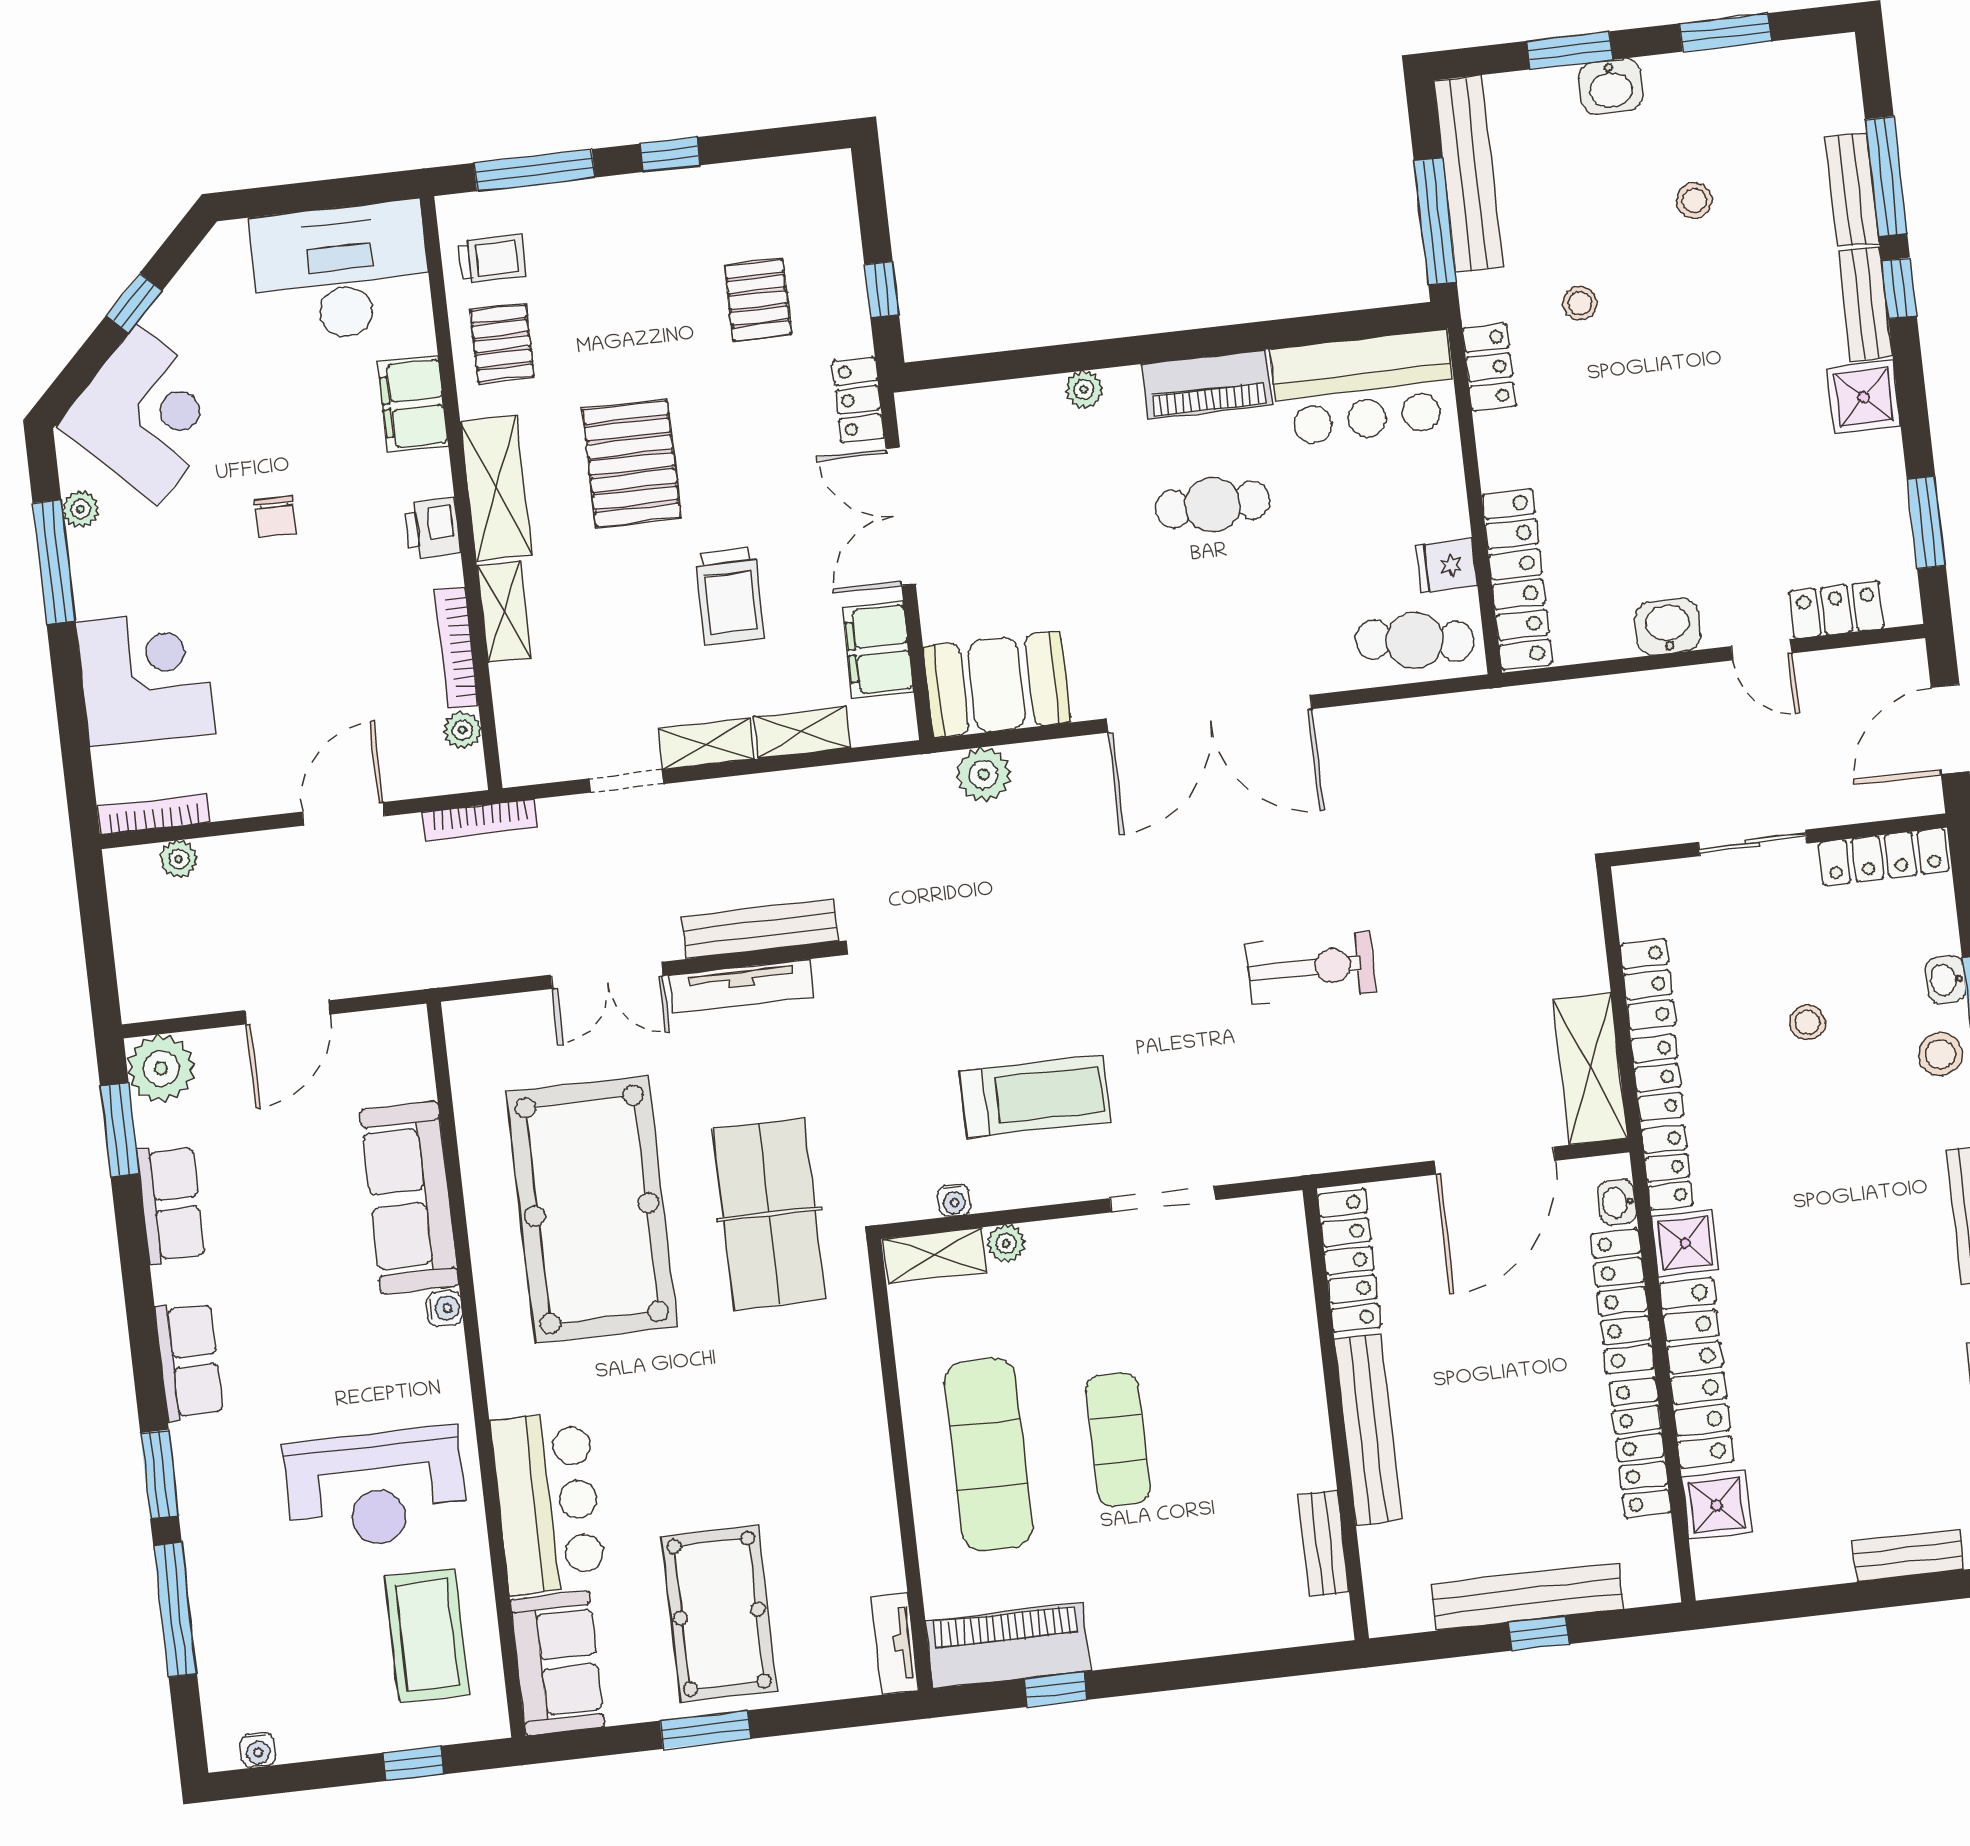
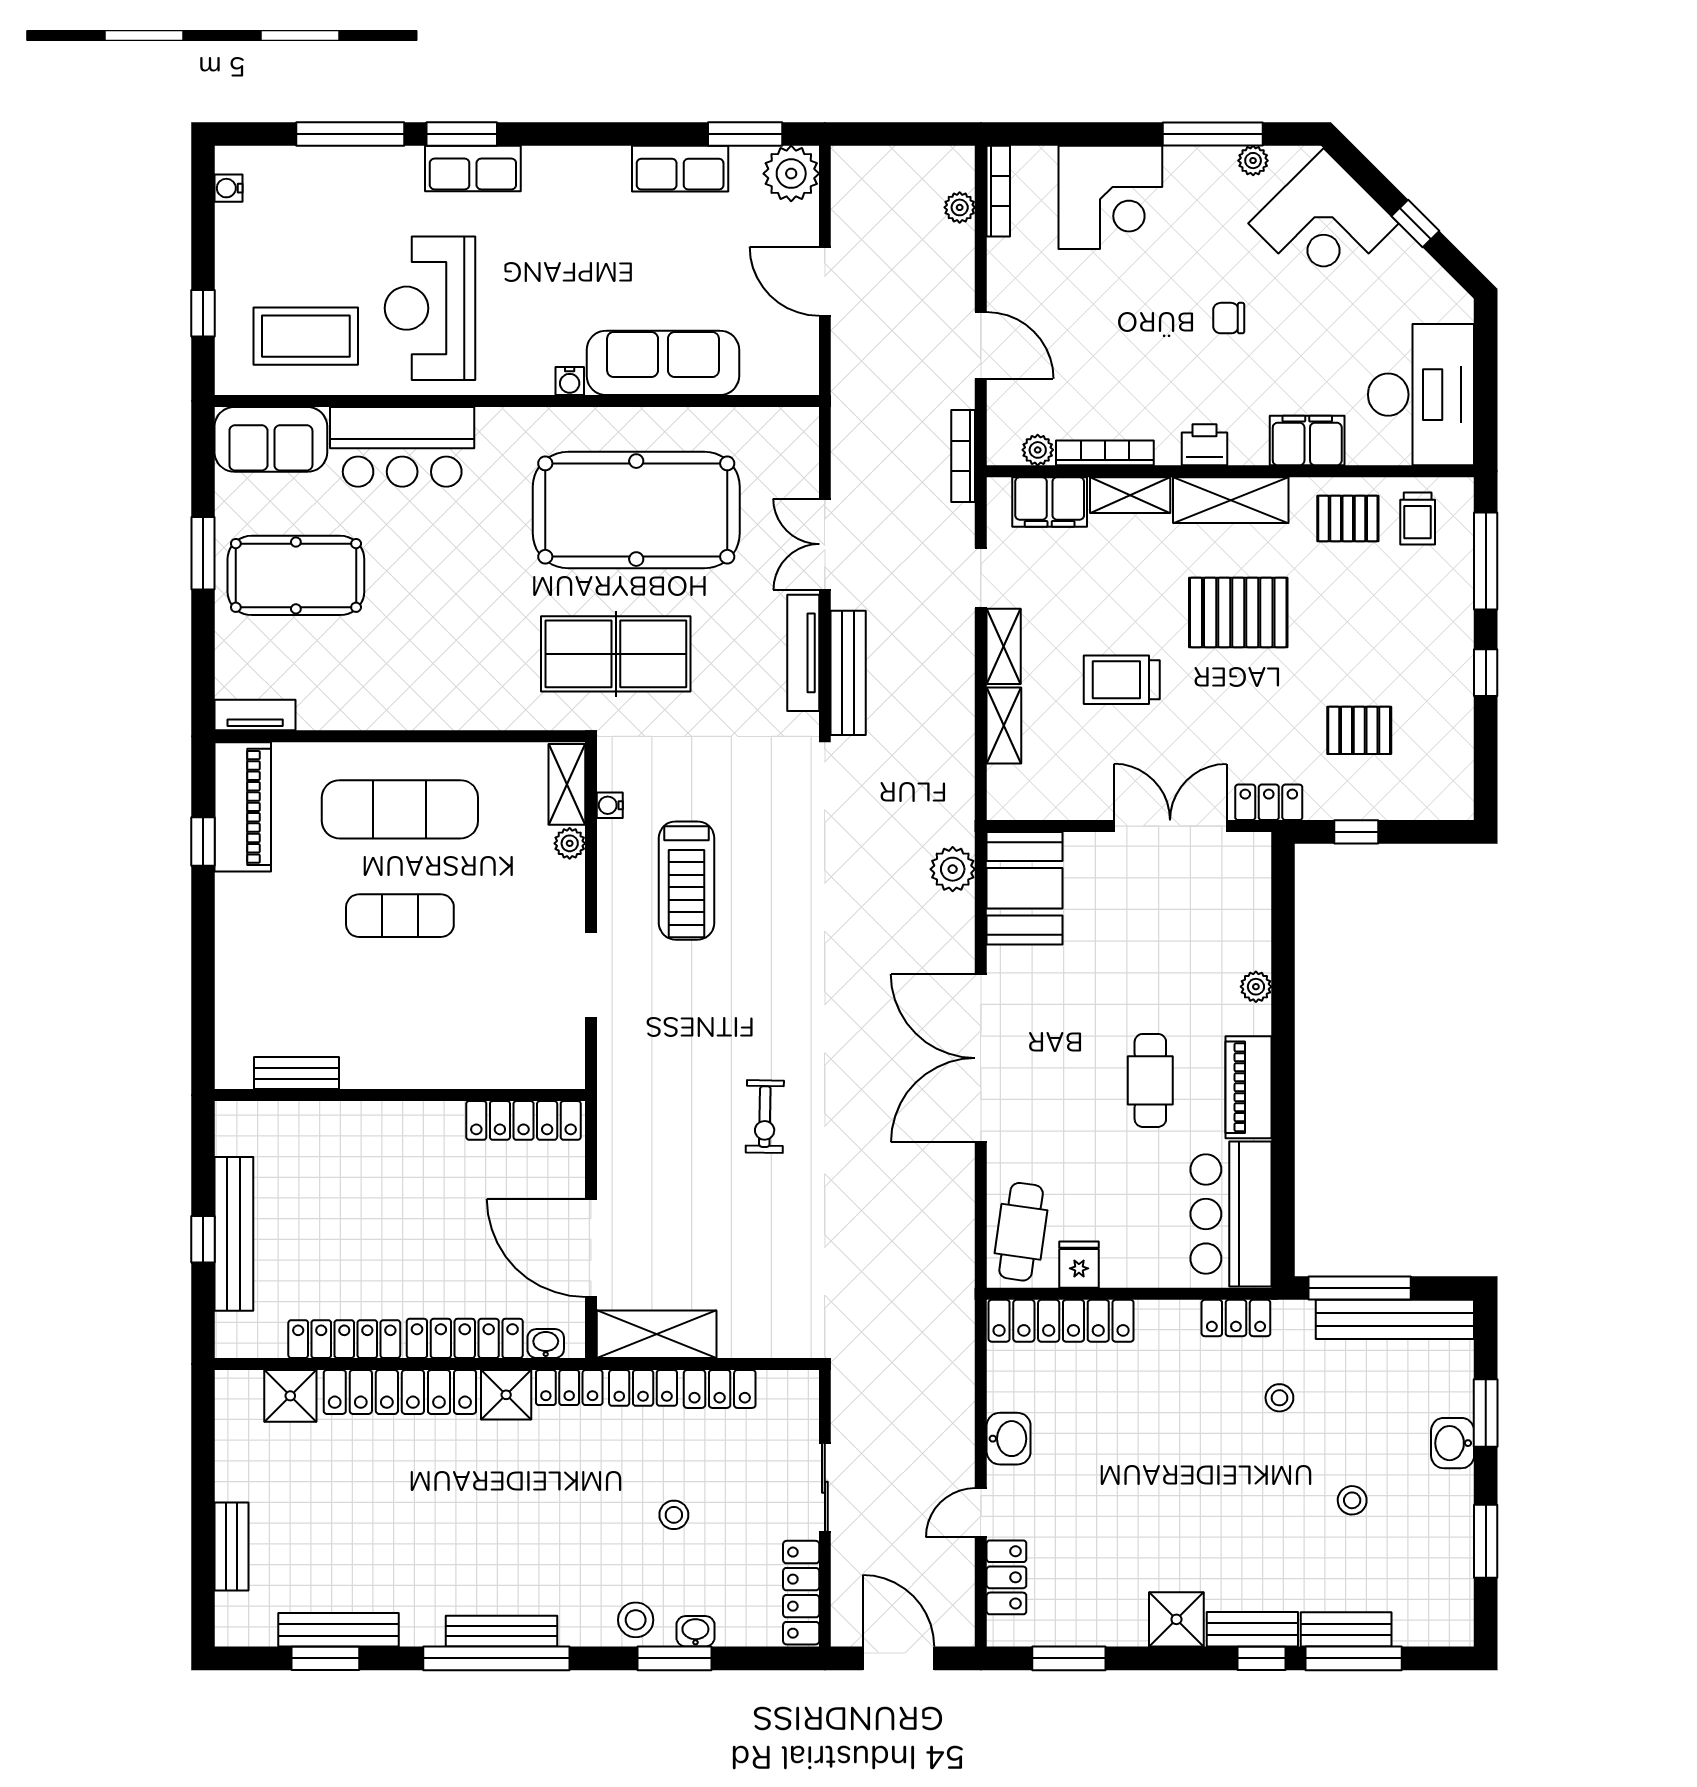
filing cabinet: (878, 650) -> (1050, 502), moved, turned 180
exercise bike: (1311, 968) -> (765, 1117), width x0.73, depth x0.72
row of seats: (189, 1361) -> (473, 169), moved
bench: (1368, 1429) -> (385, 1120), removed

